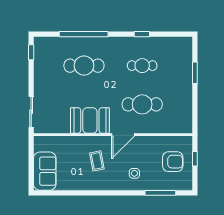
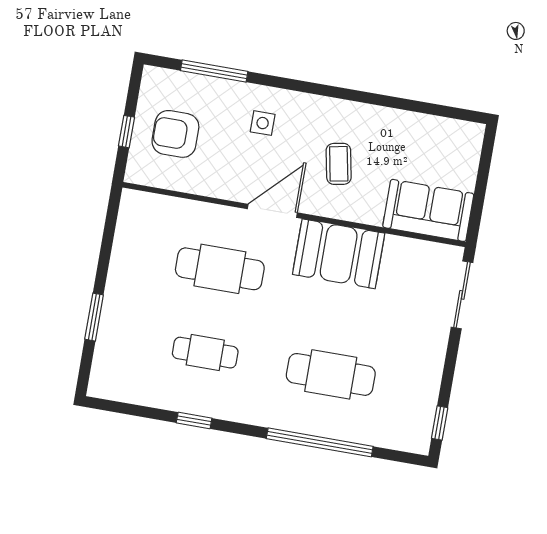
sofa: (45, 171) -> (428, 210), moved, turned 90

